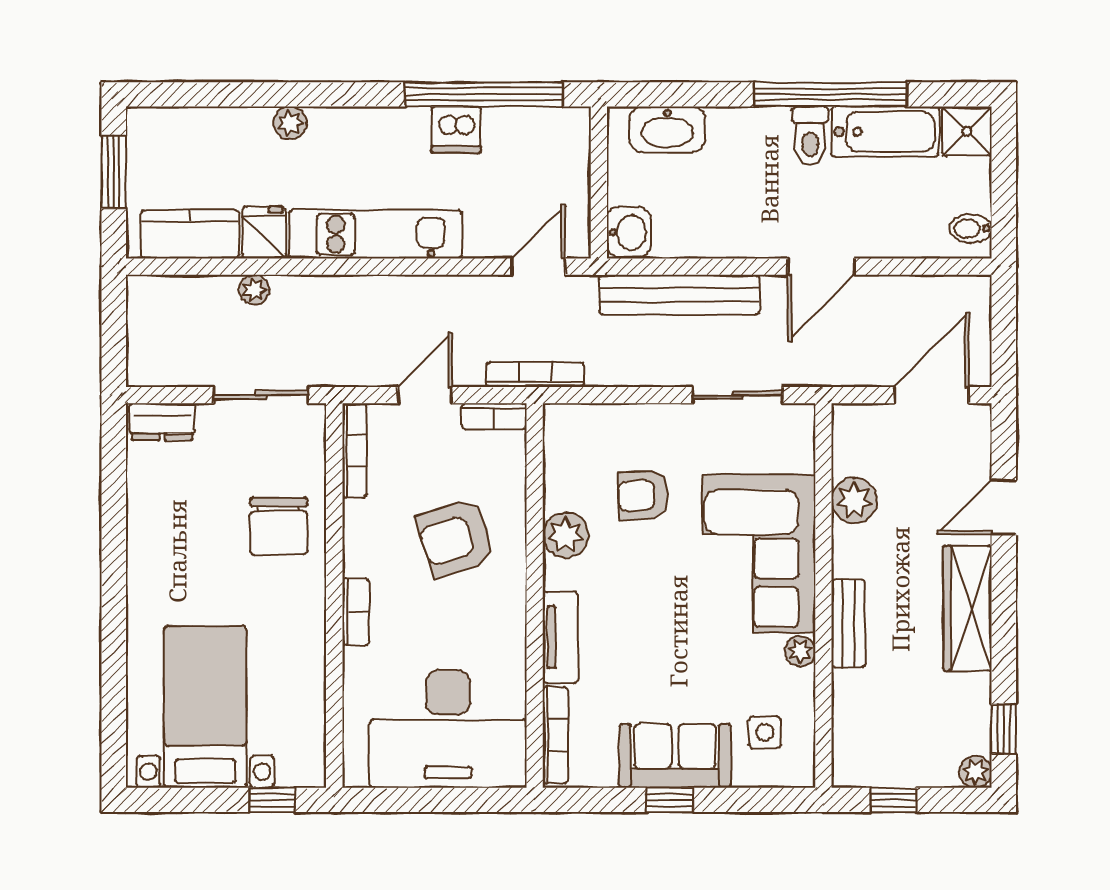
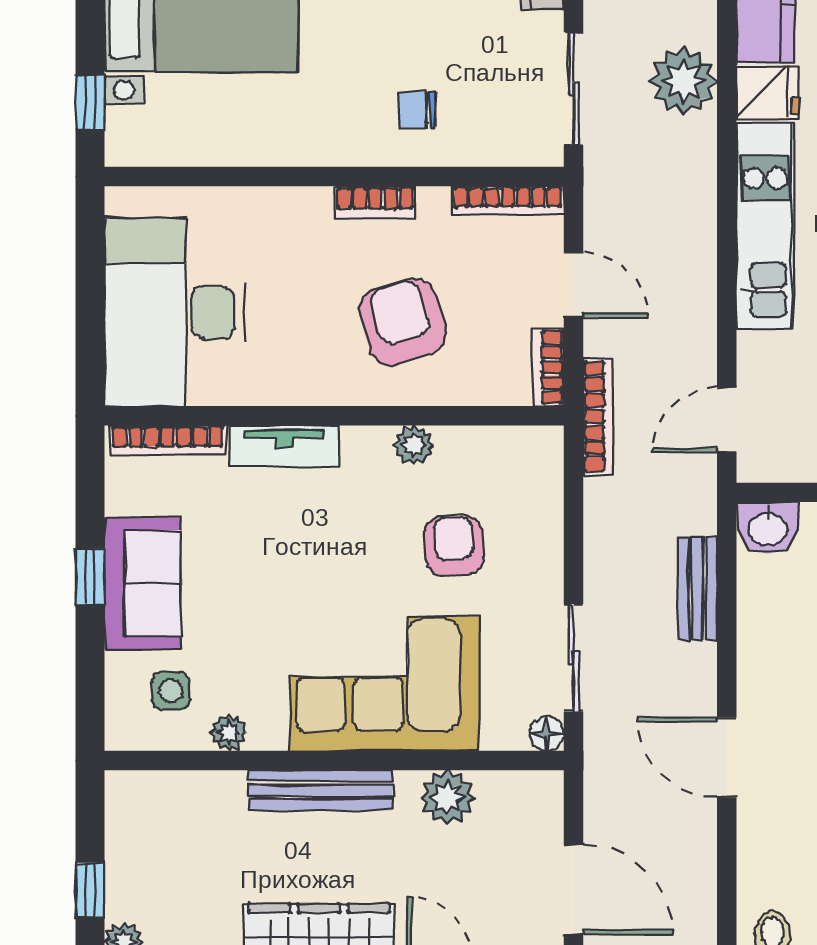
door: (538, 267) -> (727, 420), swing flipped
plant: (254, 290) -> (684, 81), width x1.88, depth x1.88
bench: (679, 295) -> (698, 589), width x0.54, depth x0.82
floor lamp: (801, 417) -> (547, 734), added
chair: (279, 526) -> (417, 110), width x0.54, depth x0.54
plant: (566, 535) -> (414, 445), width x0.73, depth x0.73
bookcase: (356, 612) -> (375, 202), moved
bench: (848, 623) -> (320, 790), width x1.36
plant: (800, 651) -> (229, 733), moved
window: (894, 800) -> (90, 890), moved

